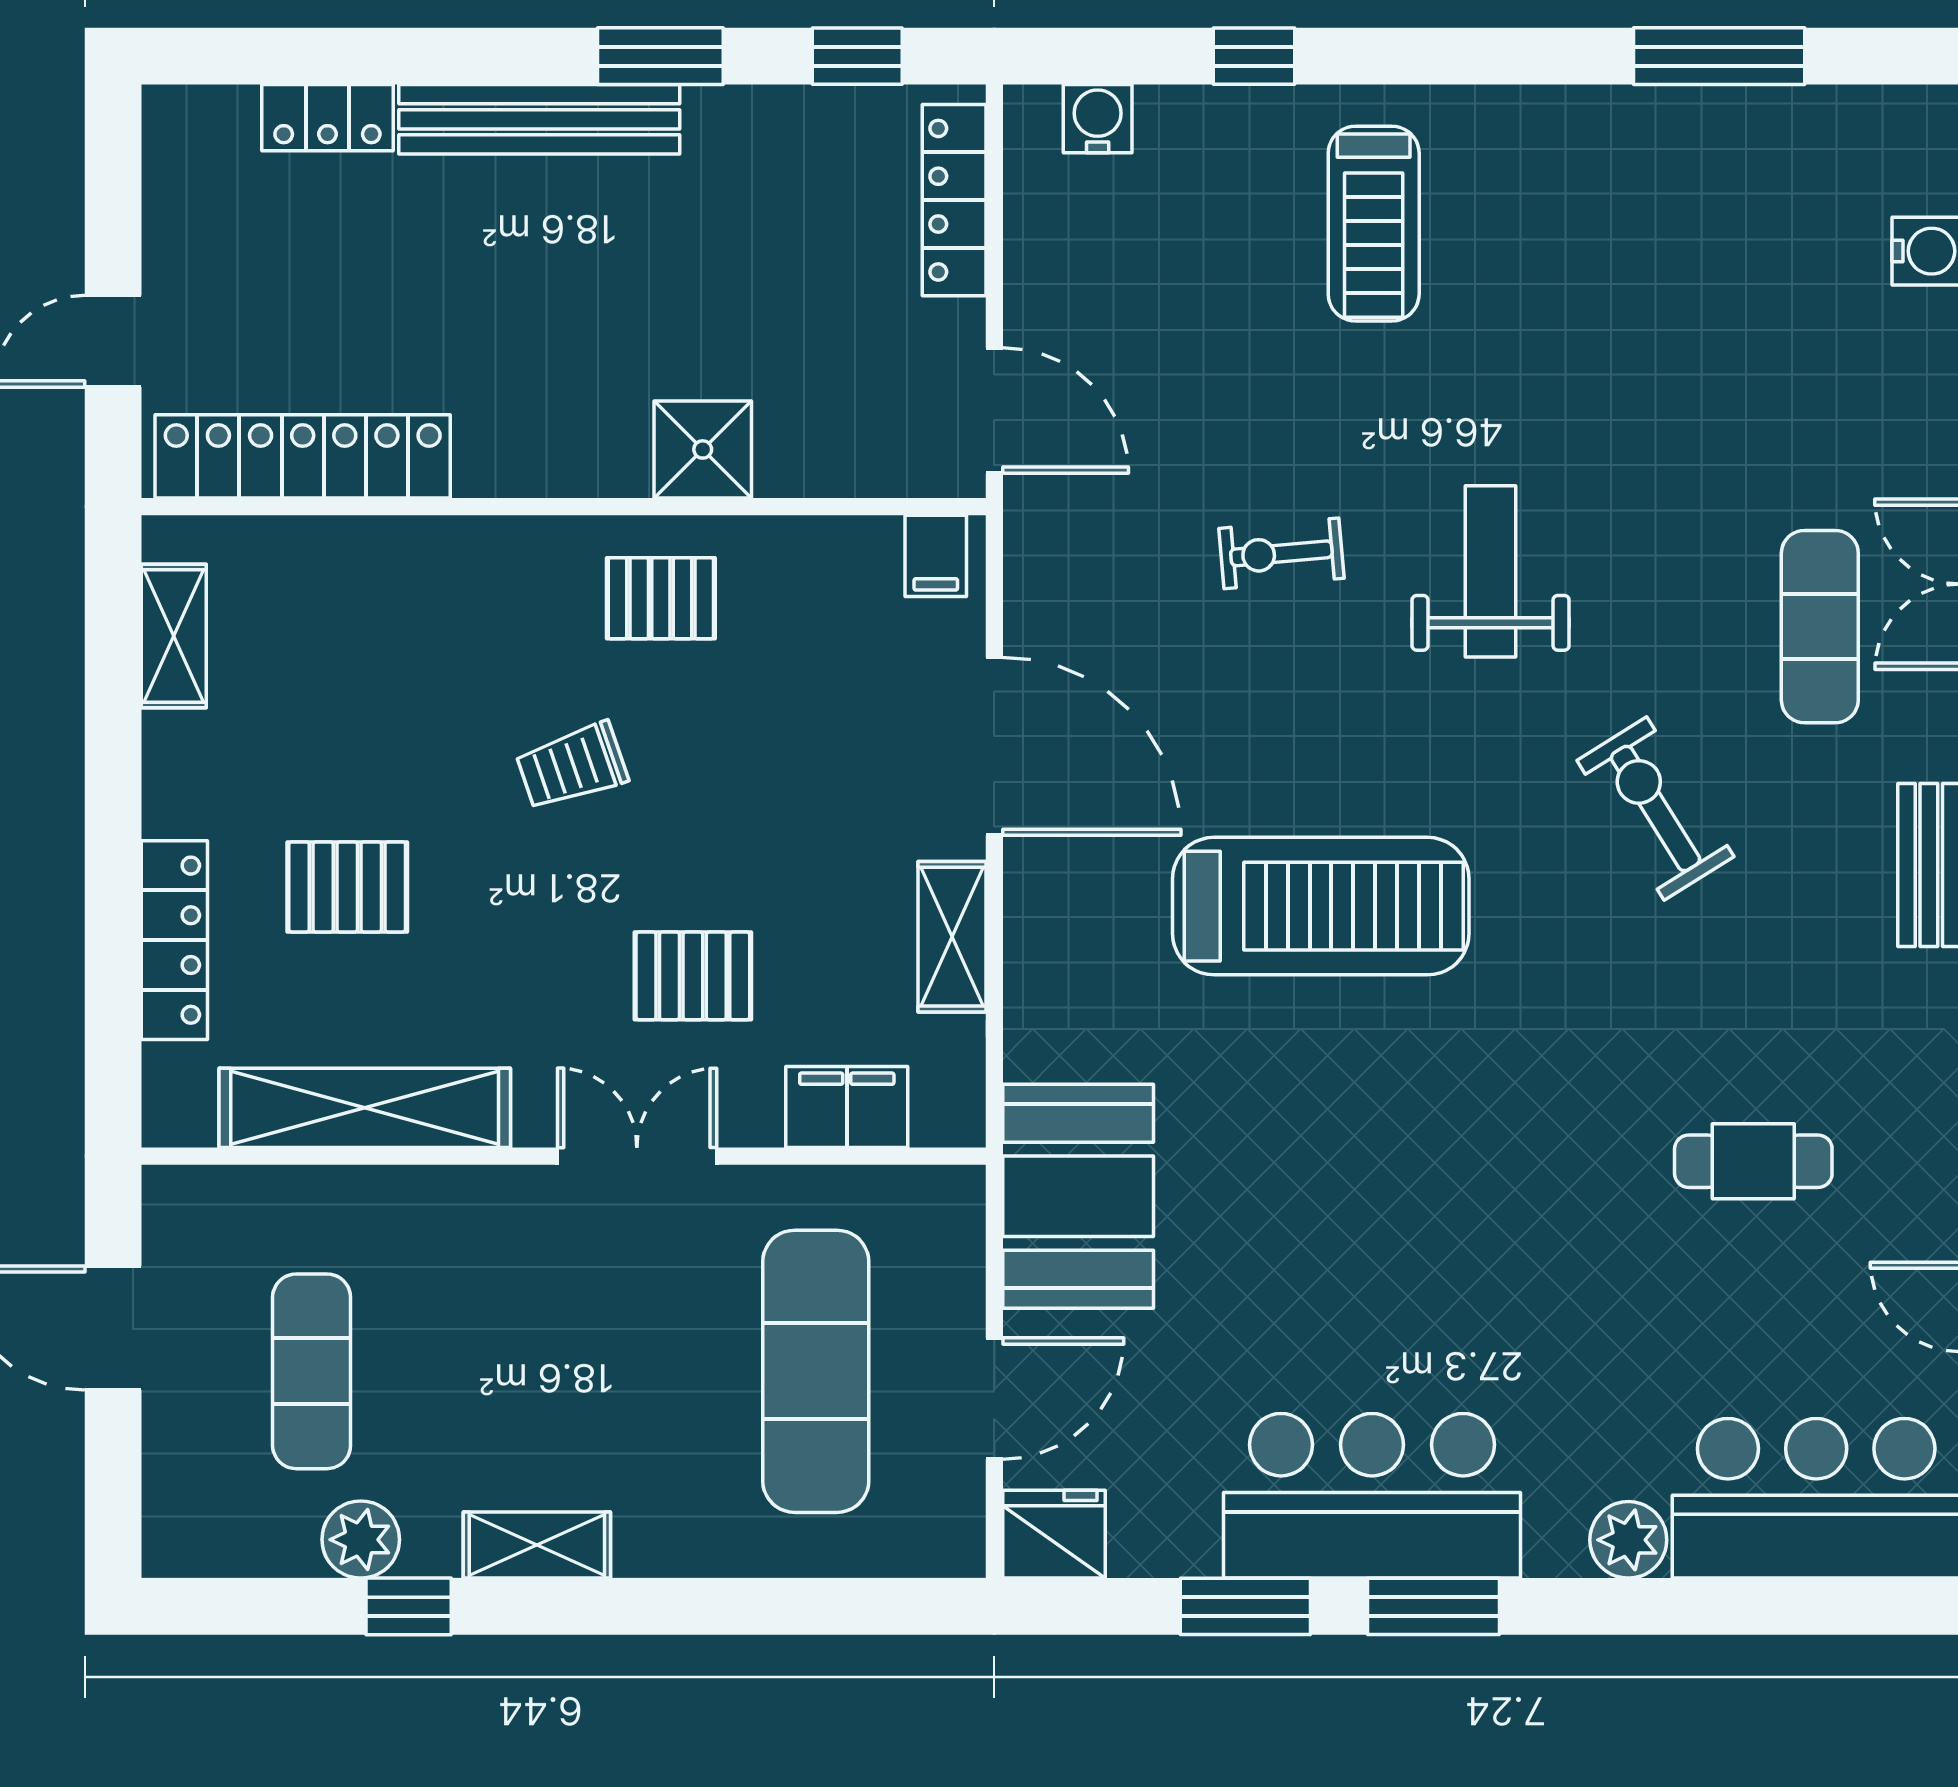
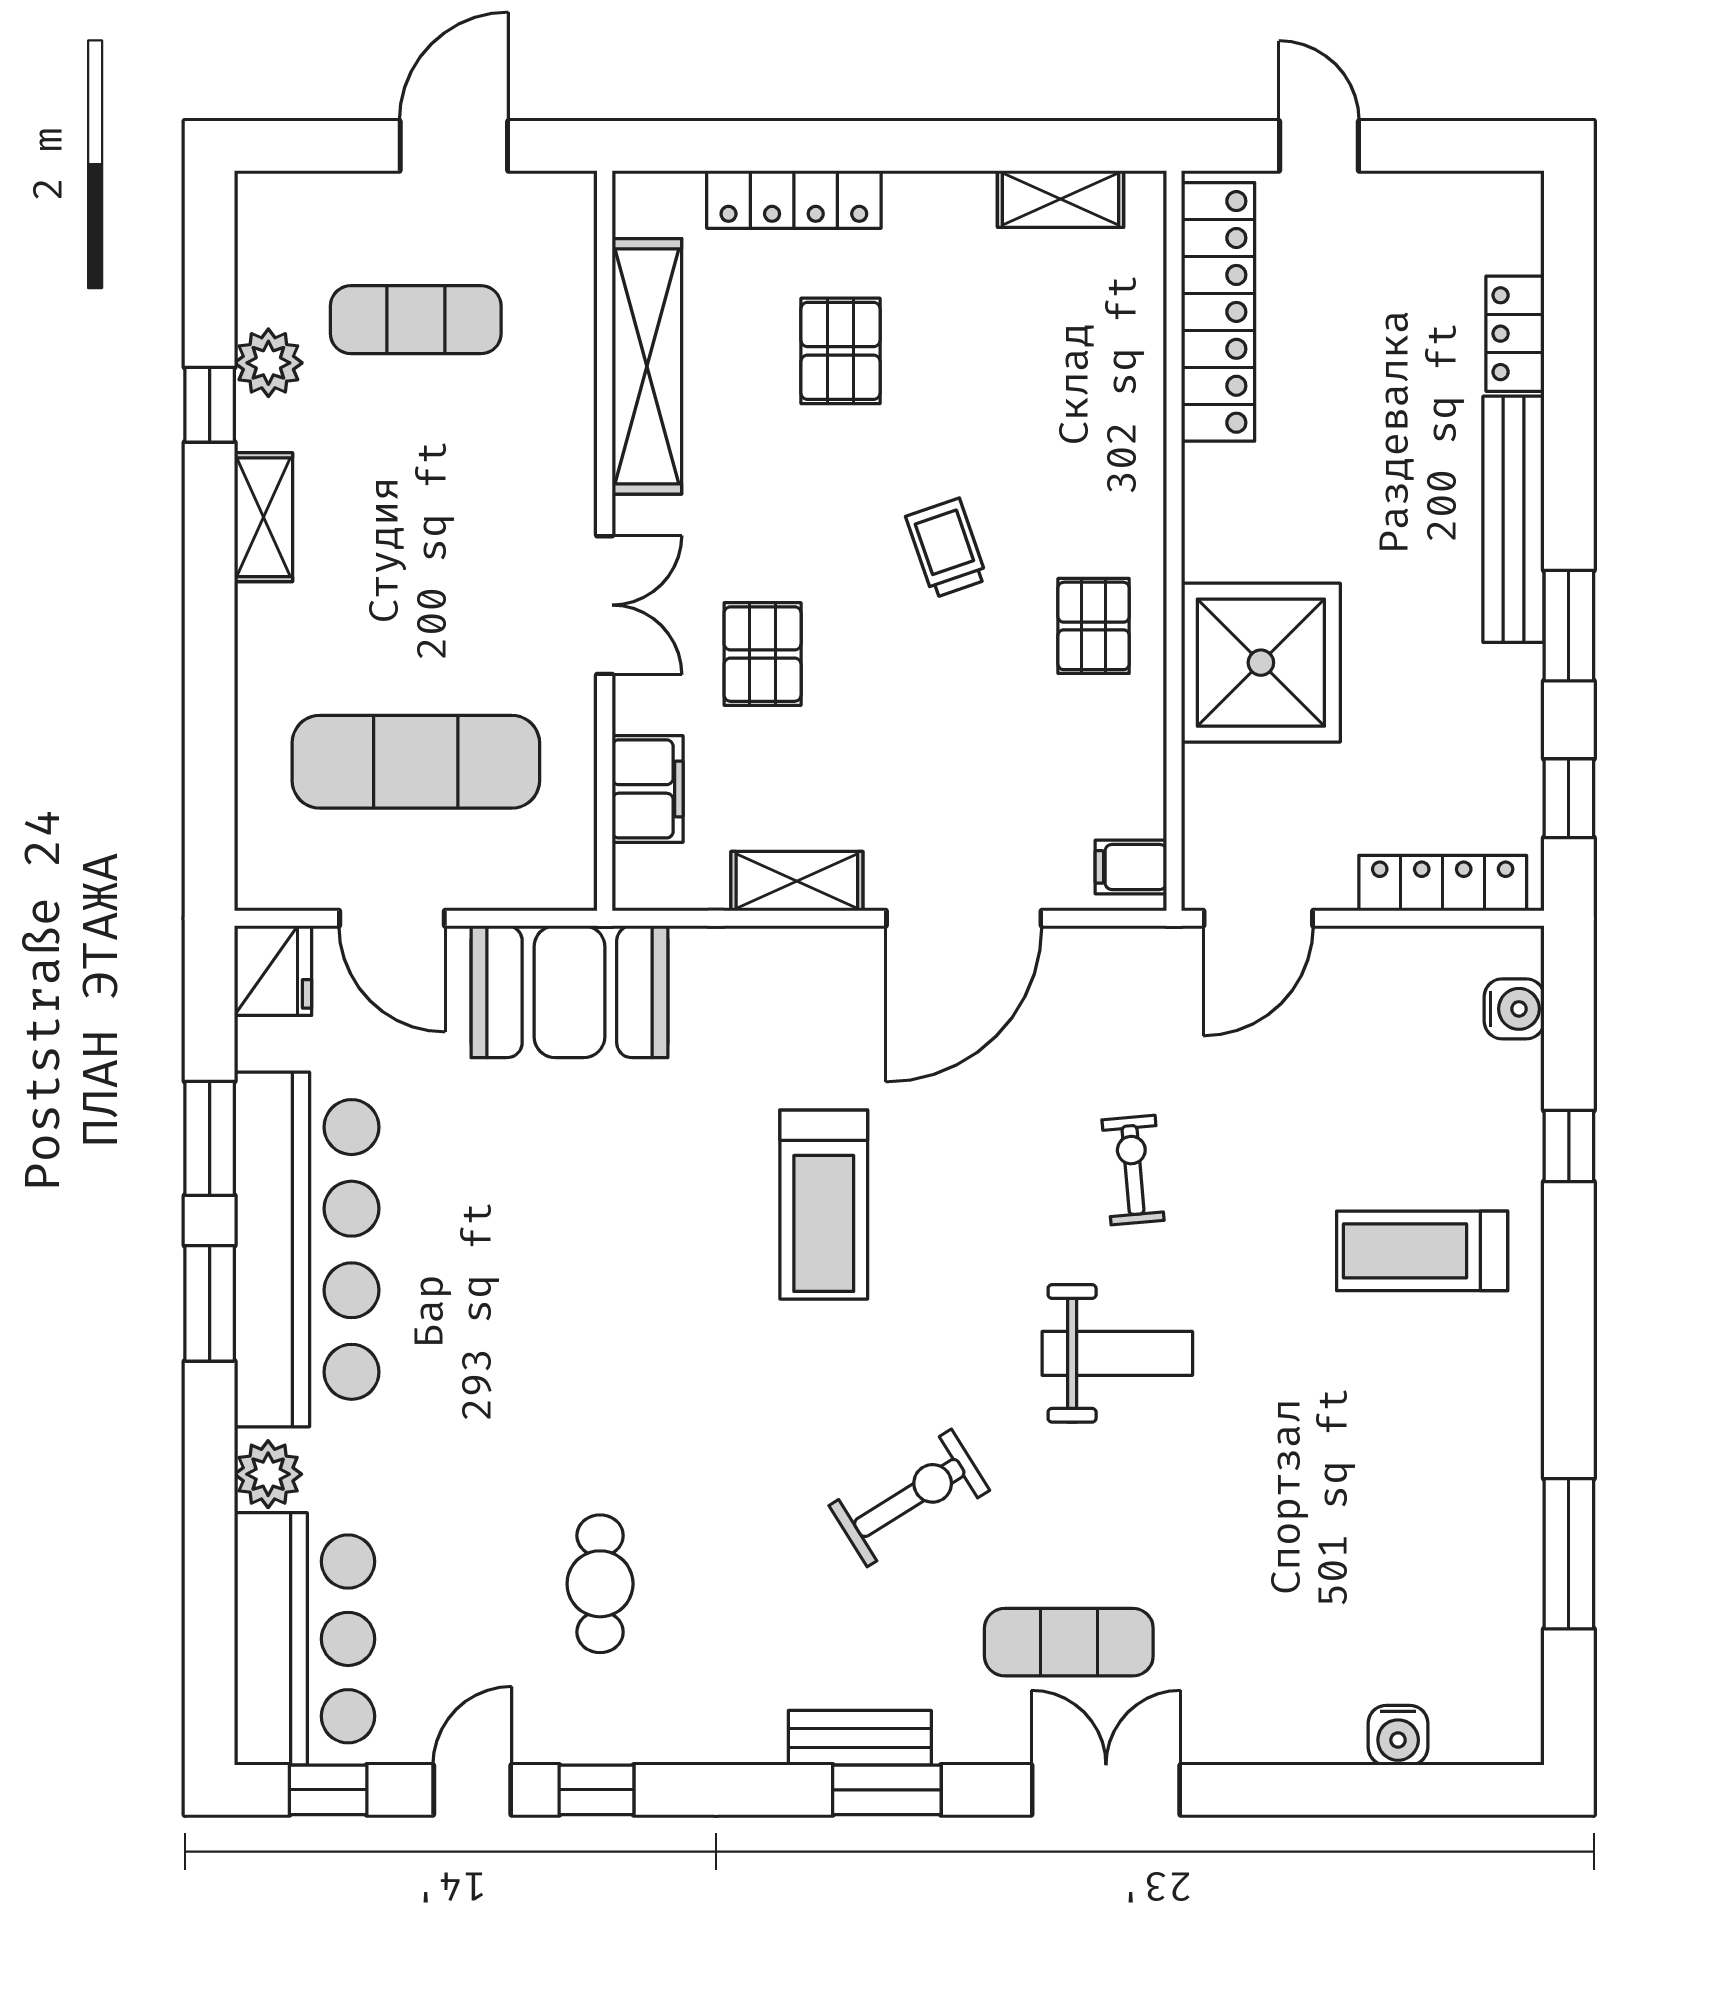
shower: (703, 449) -> (1261, 663), width x1.86, depth x1.86
treadmill: (1321, 906) -> (824, 1205), width x0.73, depth x0.73
bar counter: (1372, 1496) -> (307, 1249), width x1.36

